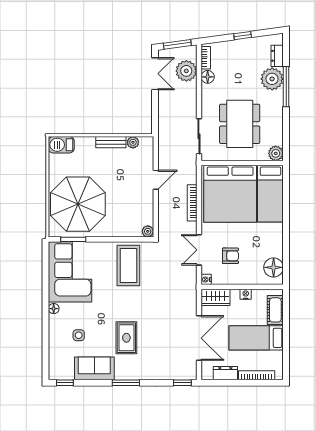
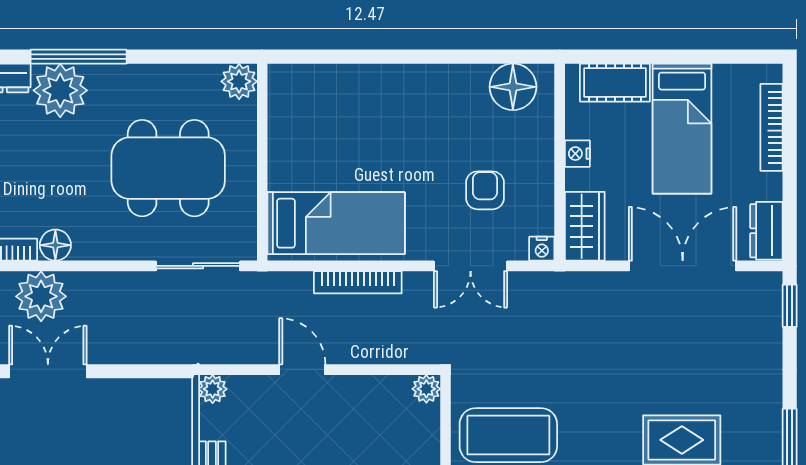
plant: (133, 142) -> (213, 389), moved
bed: (230, 194) -> (336, 223), width x0.49
bed: (270, 194) -> (336, 94), removed
dresser: (225, 373) -> (766, 231), moved

